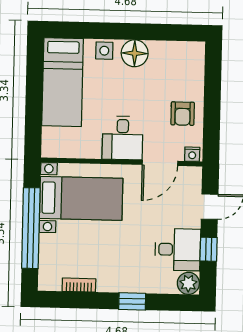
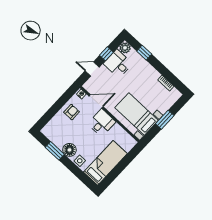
window: (156, 32) -> (55, 151), added
window: (31, 228) -> (165, 120), width x0.47
window: (132, 301) -> (144, 53), moved

